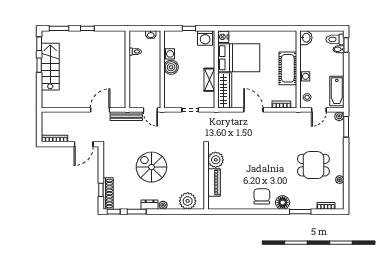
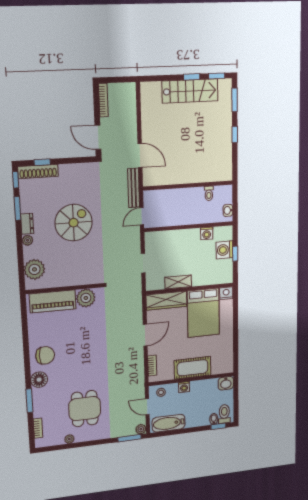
washing machine: (205, 38) -> (225, 250), moved
boiler: (171, 67) -> (192, 237), removed
piano: (214, 182) -> (53, 301), width x1.37, depth x1.33

